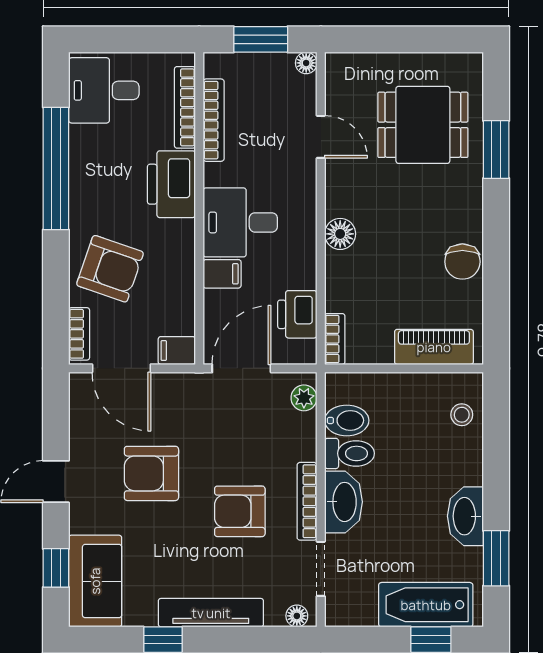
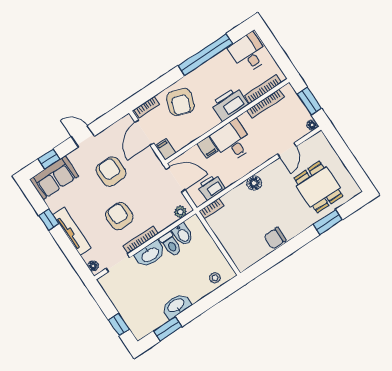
piano: (434, 347) -> (234, 249), removed
bathtub: (426, 605) -> (131, 313), removed

